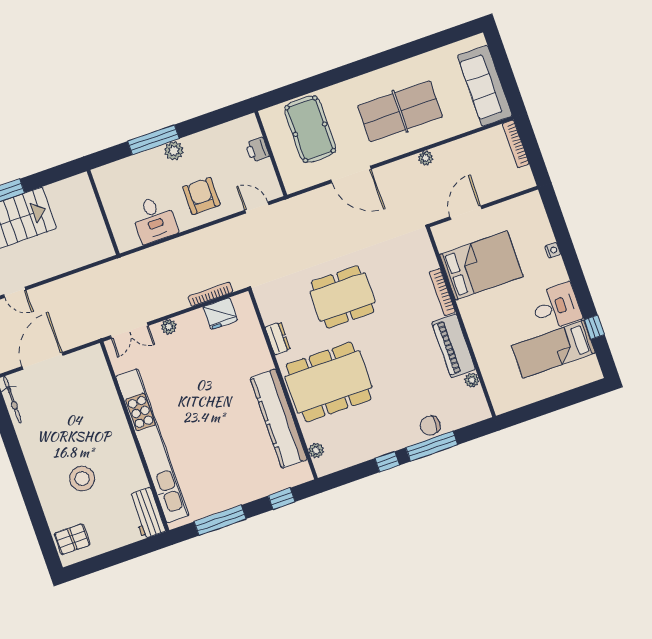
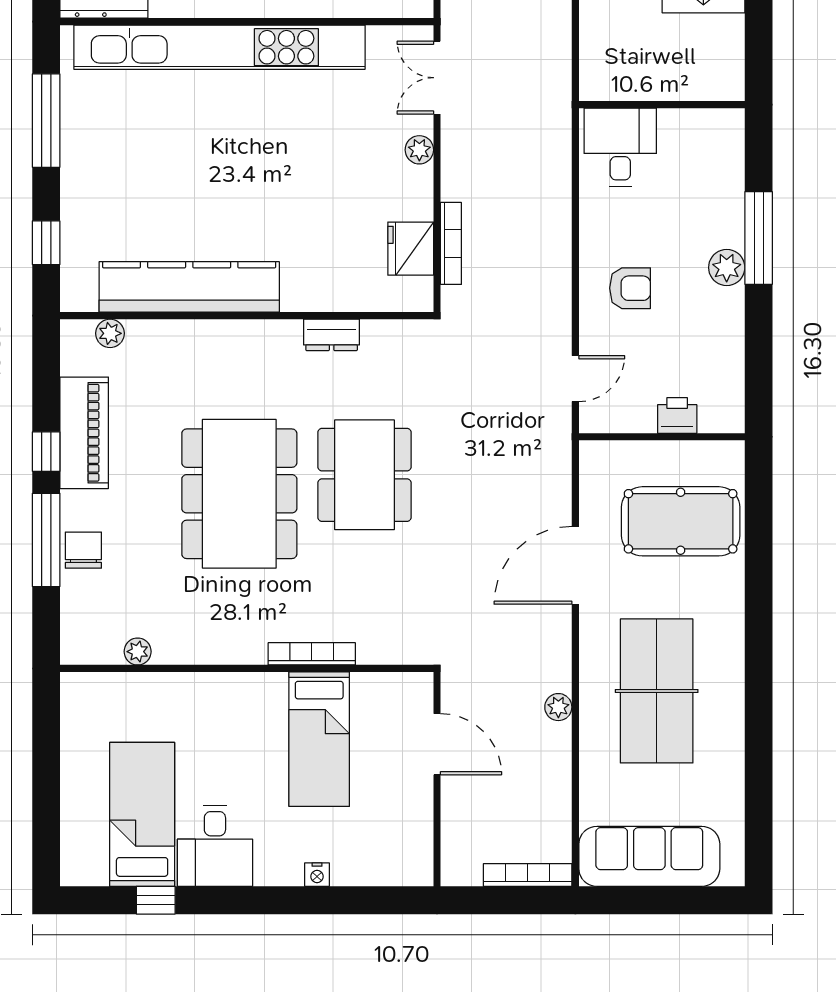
armchair: (201, 196) -> (630, 288), width x0.72, depth x0.72
desk: (154, 219) -> (620, 147), moved, turned 90
bed: (481, 265) -> (319, 739), width x0.67
piano: (454, 346) -> (84, 433), moved, turned 90
dining table: (329, 382) -> (239, 494), moved

